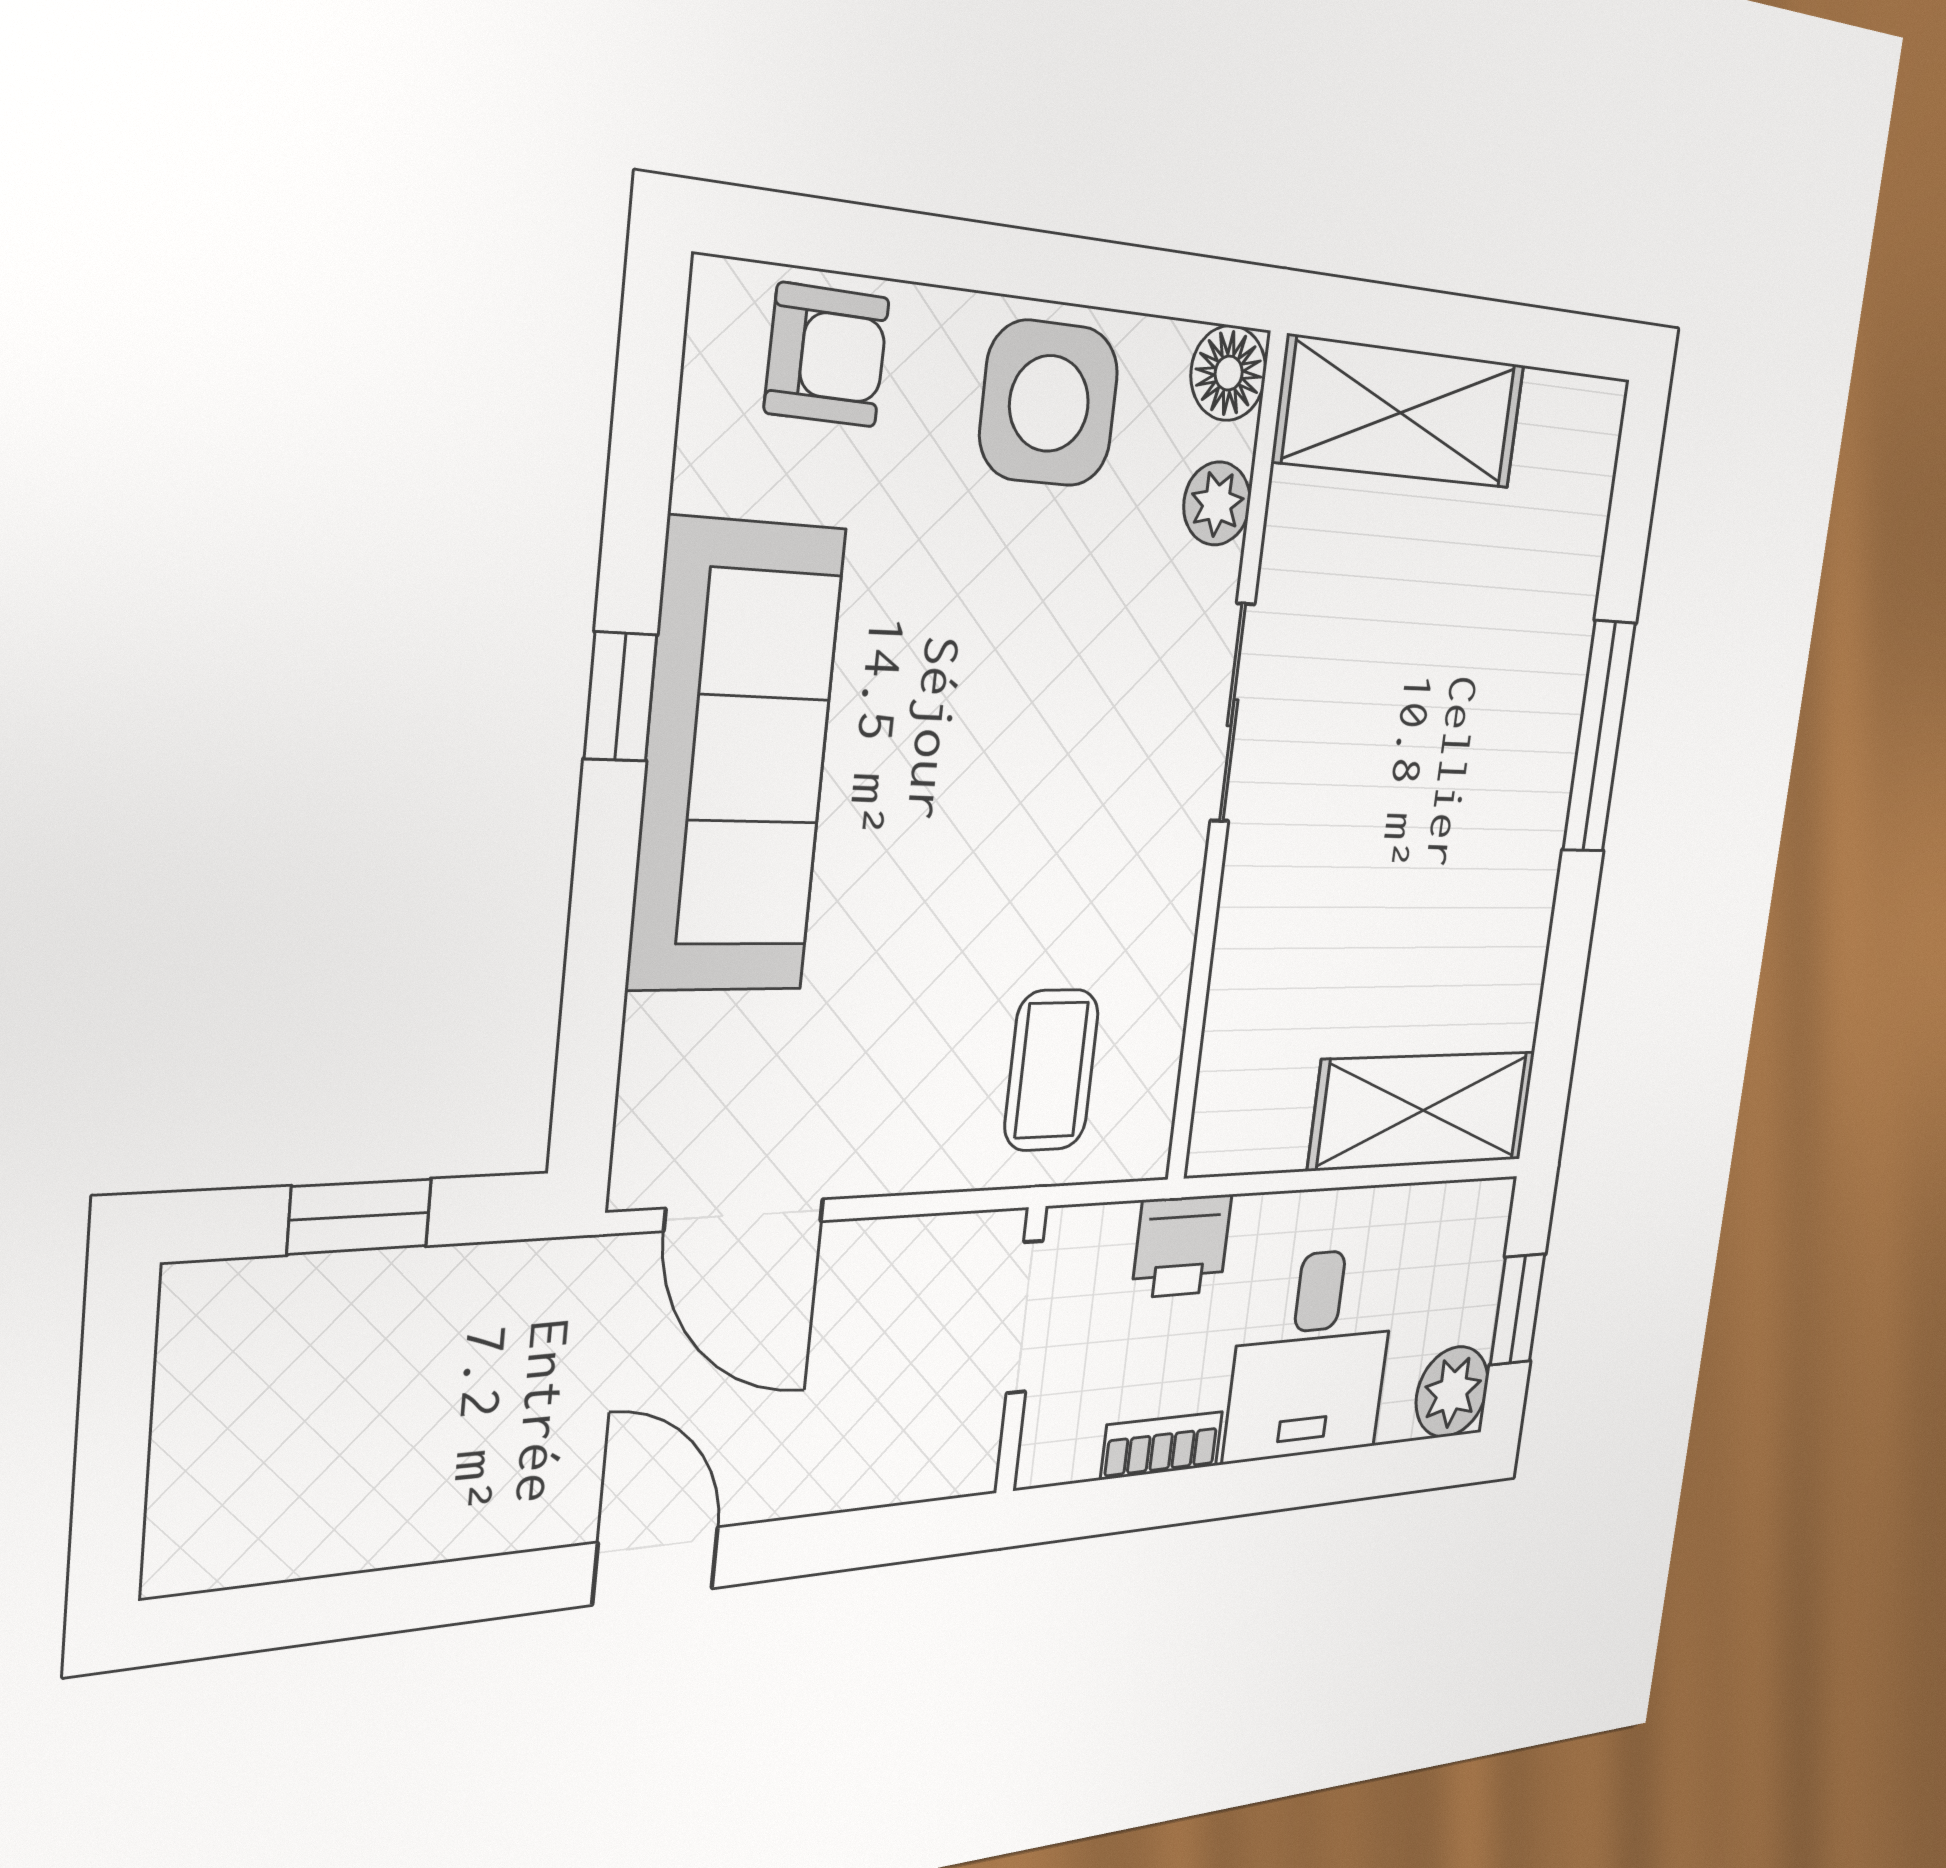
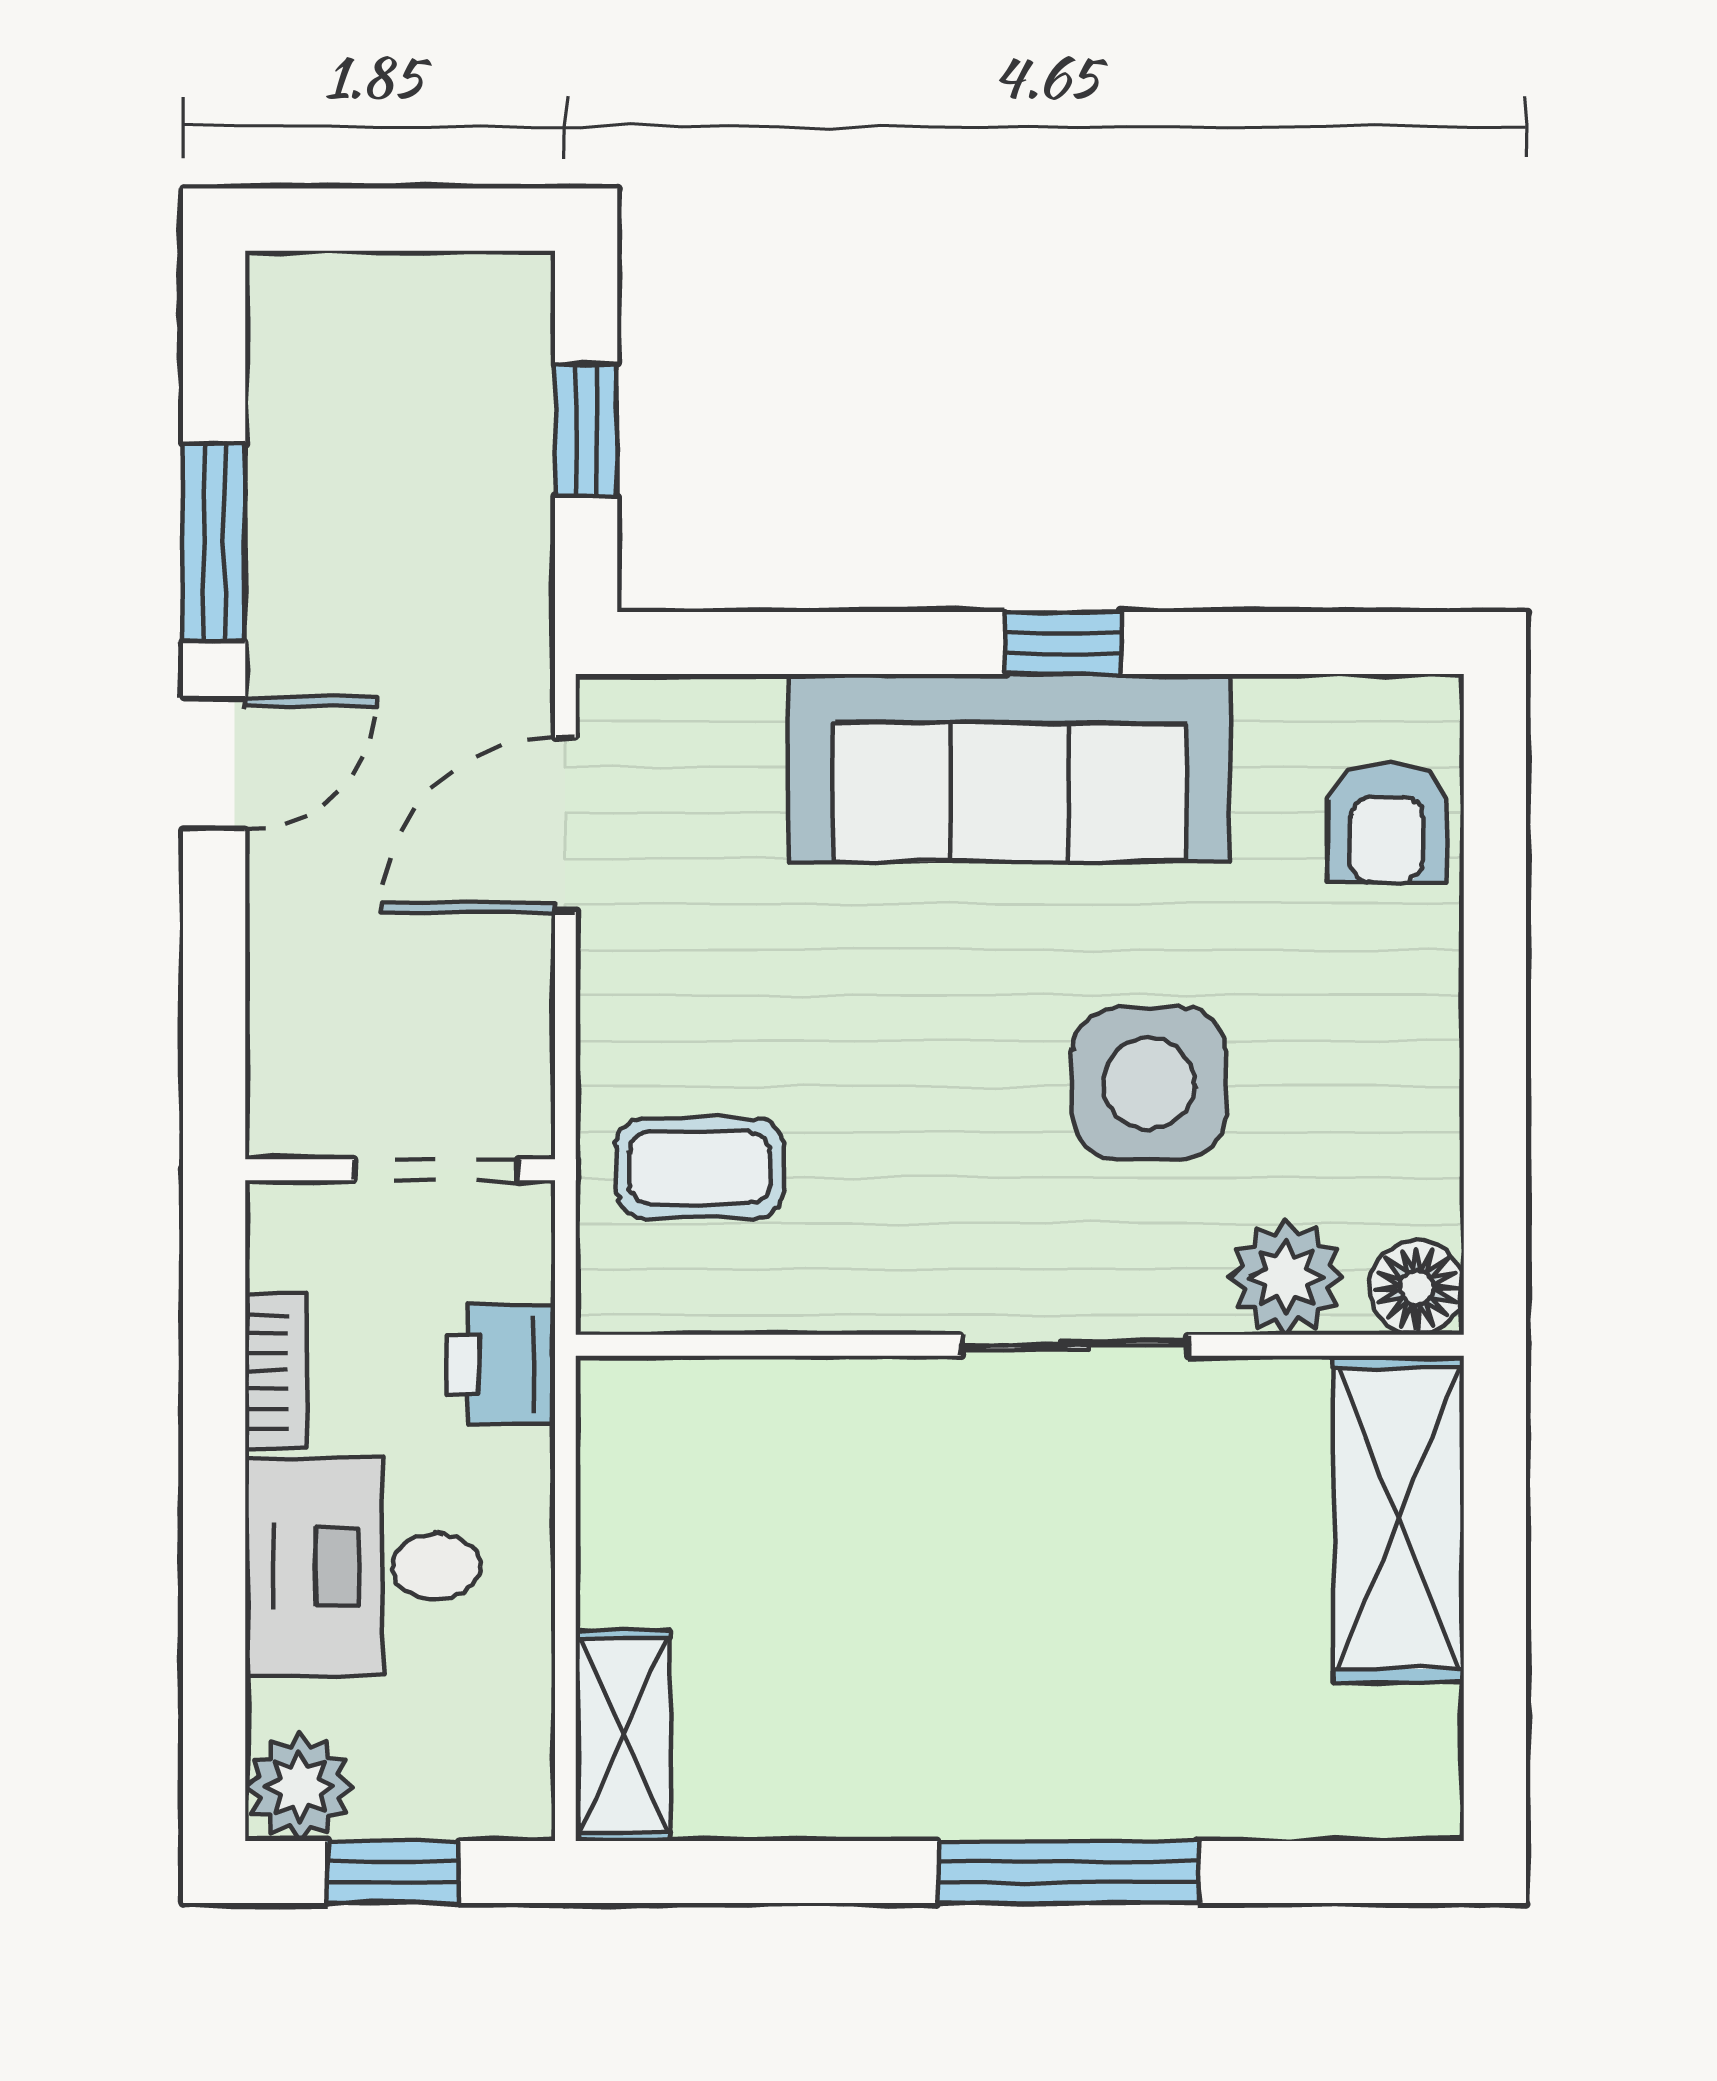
side table: (1049, 403) -> (1149, 1083), moved
plant: (1217, 504) -> (1287, 1277), width x1.38, depth x1.38
shelving: (1423, 1110) -> (623, 1736), width x0.67, depth x0.75
window: (444, 1594) -> (214, 542), added

